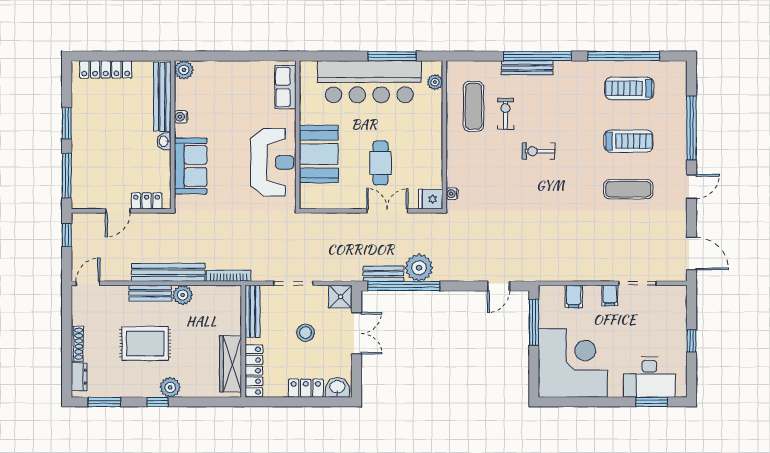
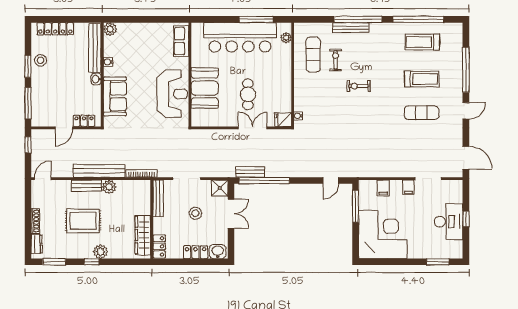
stool: (85, 114) -> (41, 60), added
plant: (419, 268) -> (275, 168), removed
locker: (254, 371) -> (159, 246), width x0.66
desk: (649, 377) -> (449, 222), moved, turned -90

